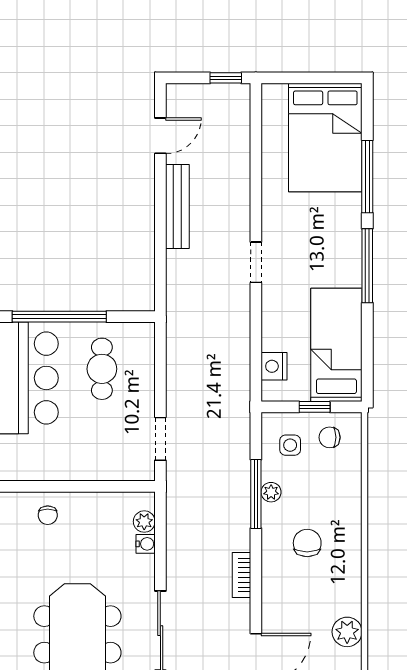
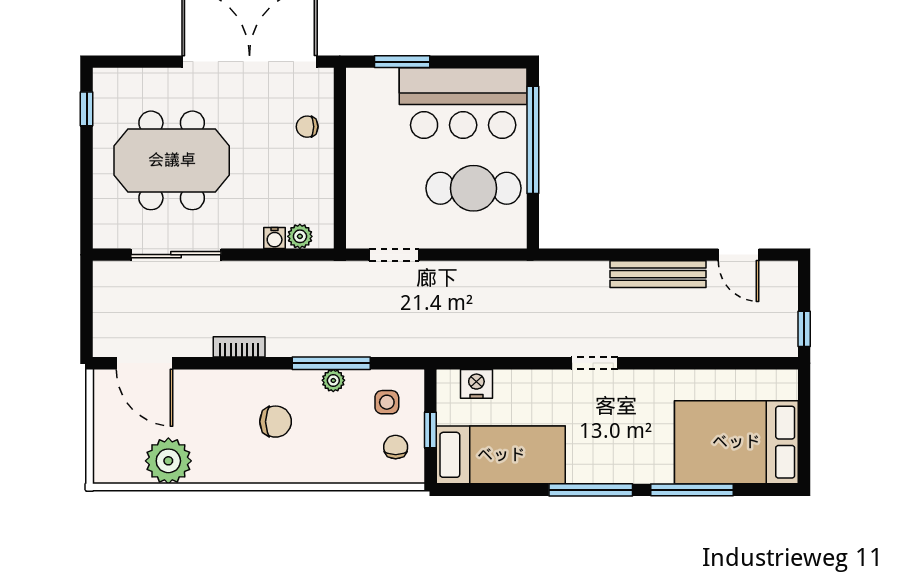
cafe table: (102, 369) -> (474, 188), width x1.37, depth x1.35
plant: (347, 632) -> (168, 461), width x1.36, depth x1.36

